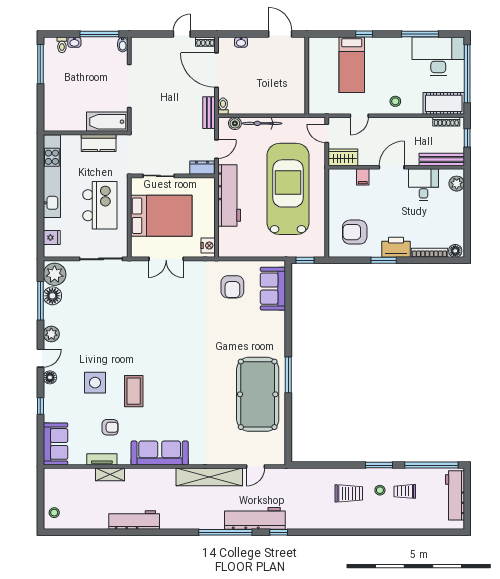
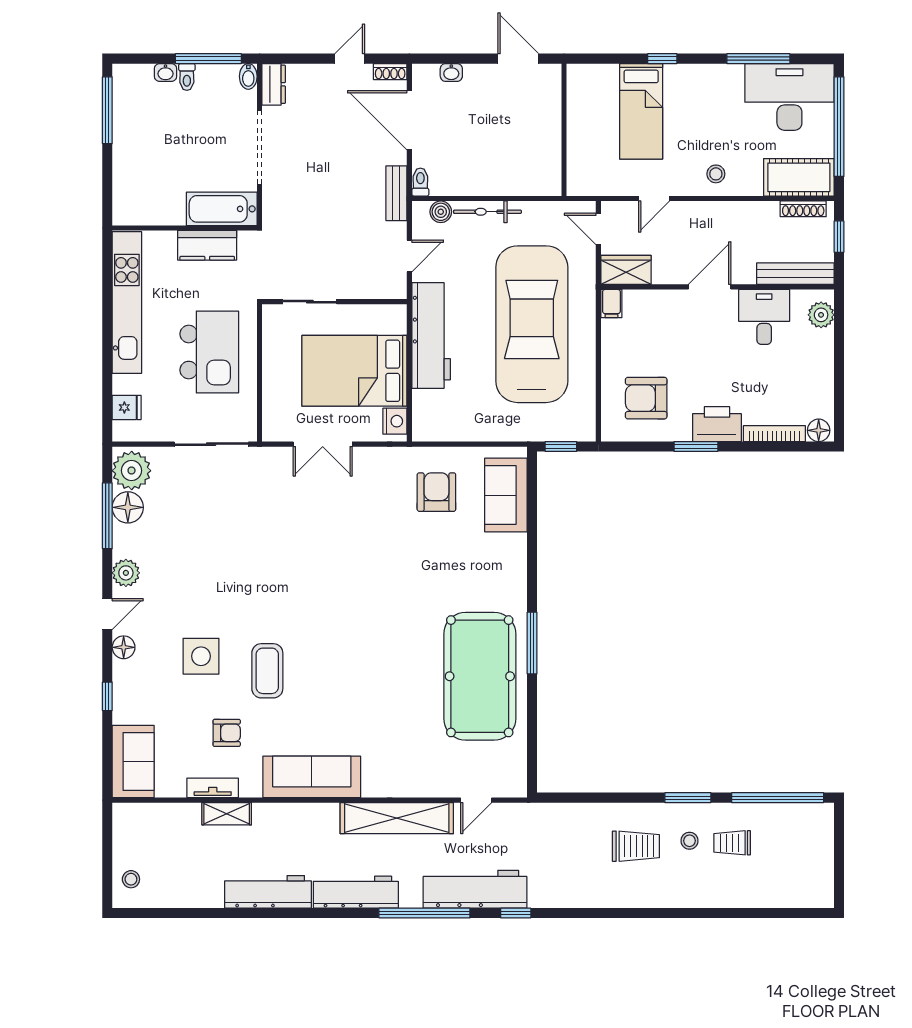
toilet: (62, 45) -> (187, 77), moved
dresser: (202, 168) -> (274, 84), moved, turned 90
filing cabinet: (363, 177) -> (611, 303), moved
bed: (161, 216) -> (354, 371), moved, turned 180
armchair: (232, 287) -> (436, 492), turned 180
workbench: (455, 495) -> (356, 892), moved, turned 90

